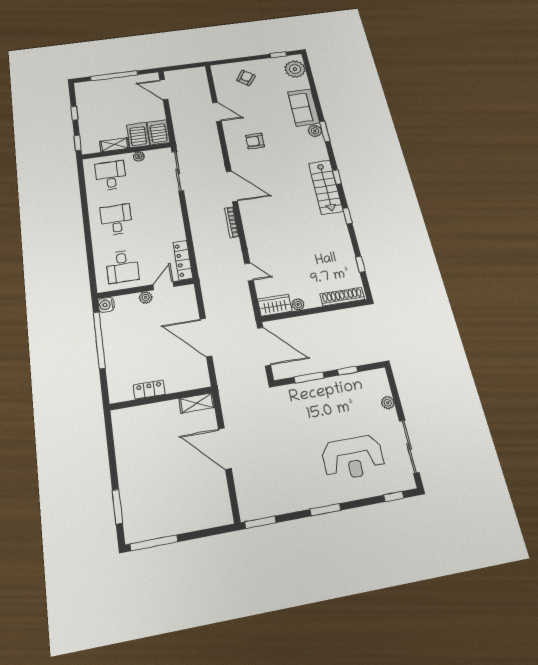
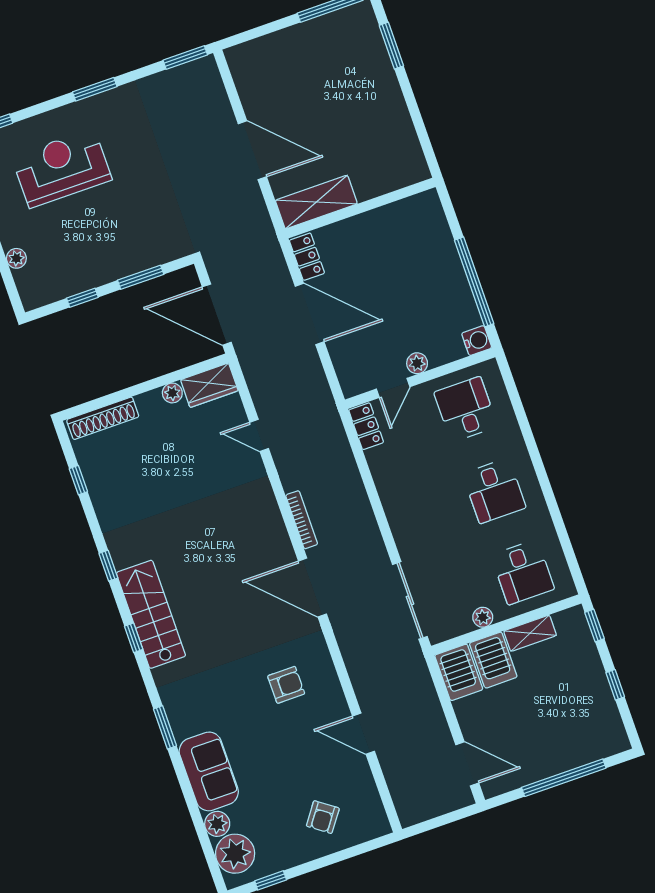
plant: (315, 131) -> (217, 824), moved
locker: (183, 260) -> (366, 426), width x0.66
locker: (149, 390) -> (307, 257), moved, turned -90
shelving: (197, 403) -> (316, 202), width x1.50, depth x1.33

